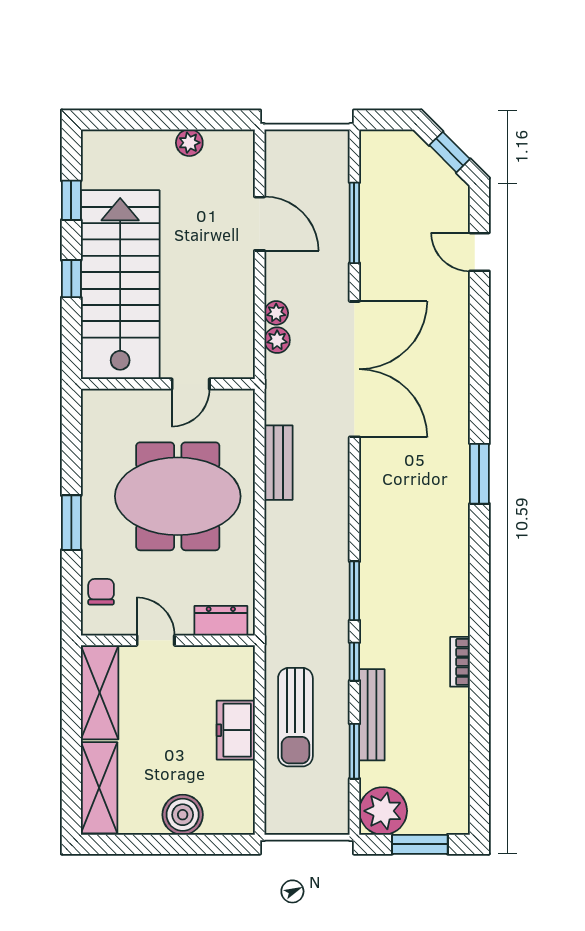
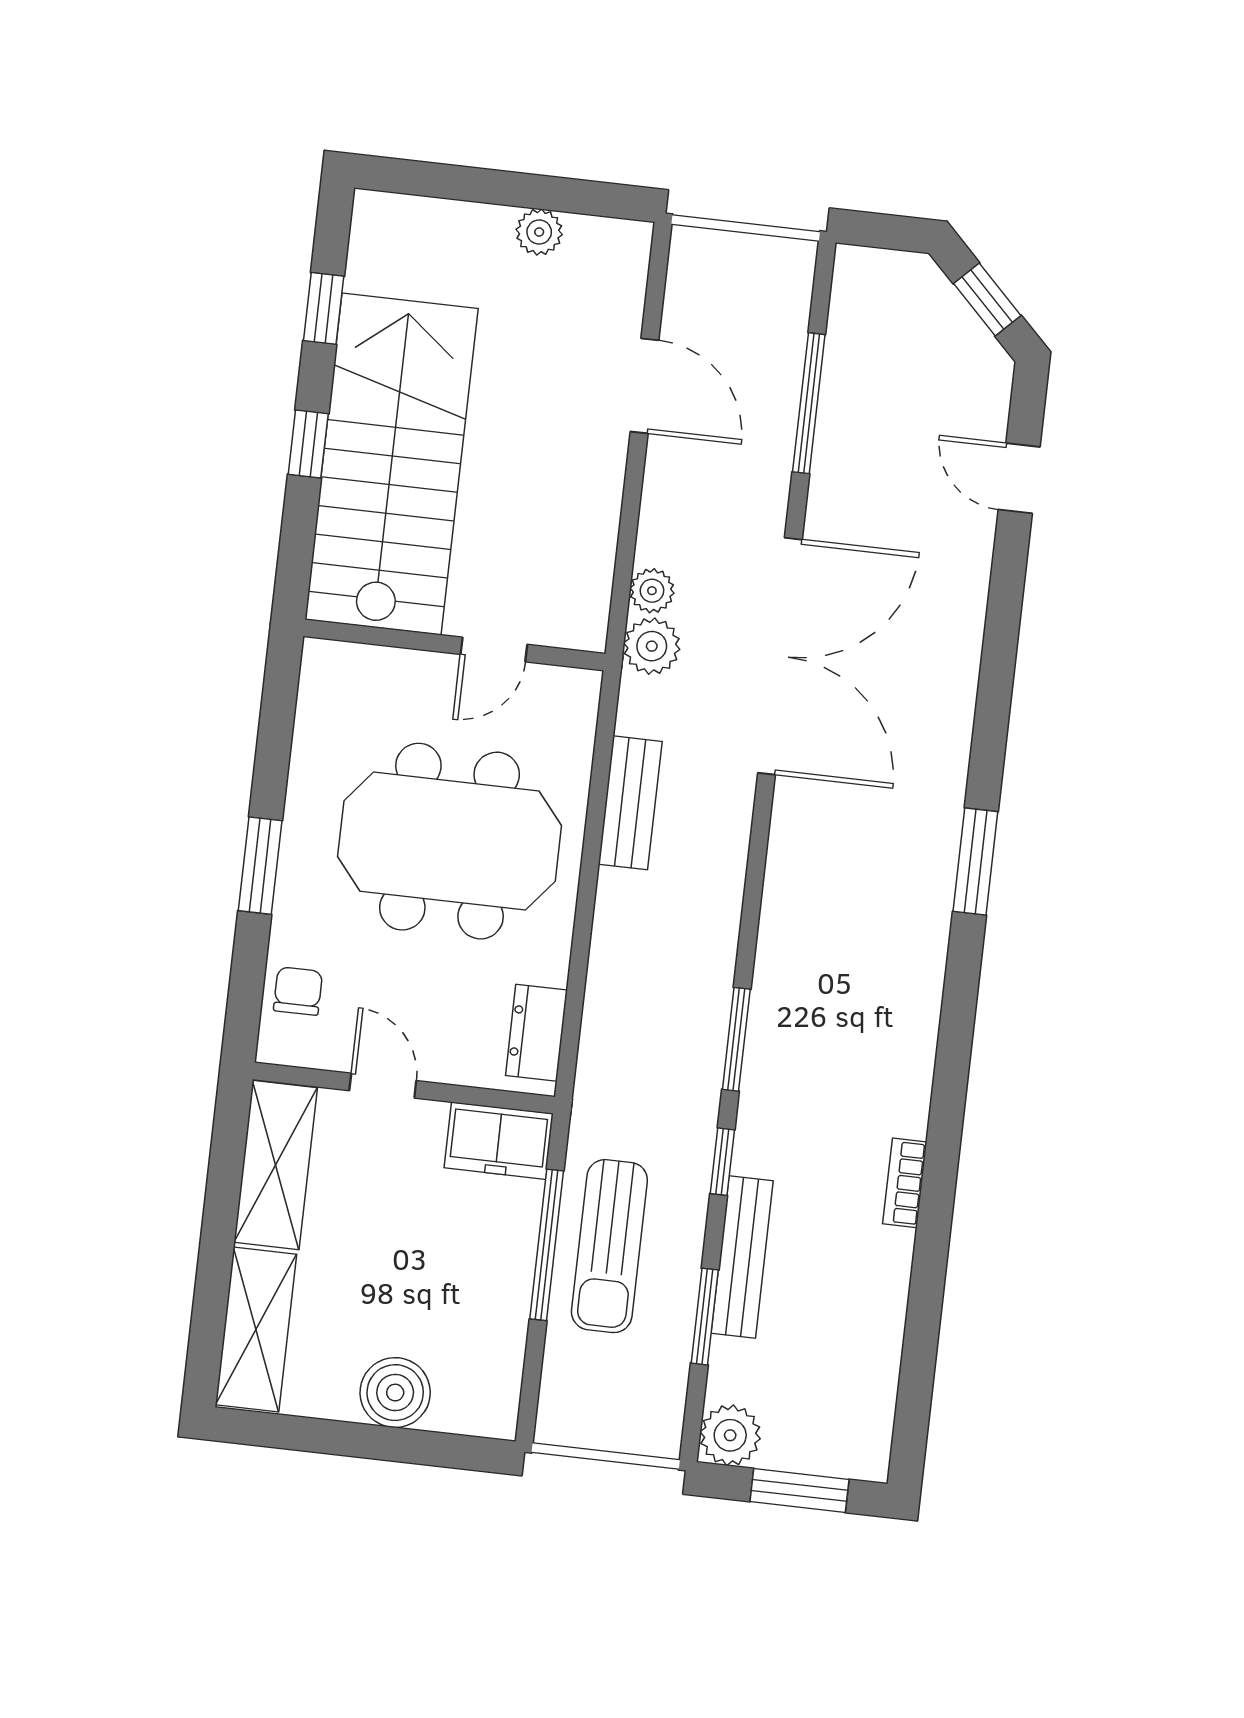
plant: (276, 313) -> (652, 646), moved, width x1.38, depth x1.38
dresser: (221, 621) -> (536, 1033), moved, turned -90
window: (260, 721) -> (547, 1245), added
freezer: (236, 730) -> (499, 1141), moved, turned -90
plant: (383, 811) -> (730, 1435), width x0.73, depth x0.73

